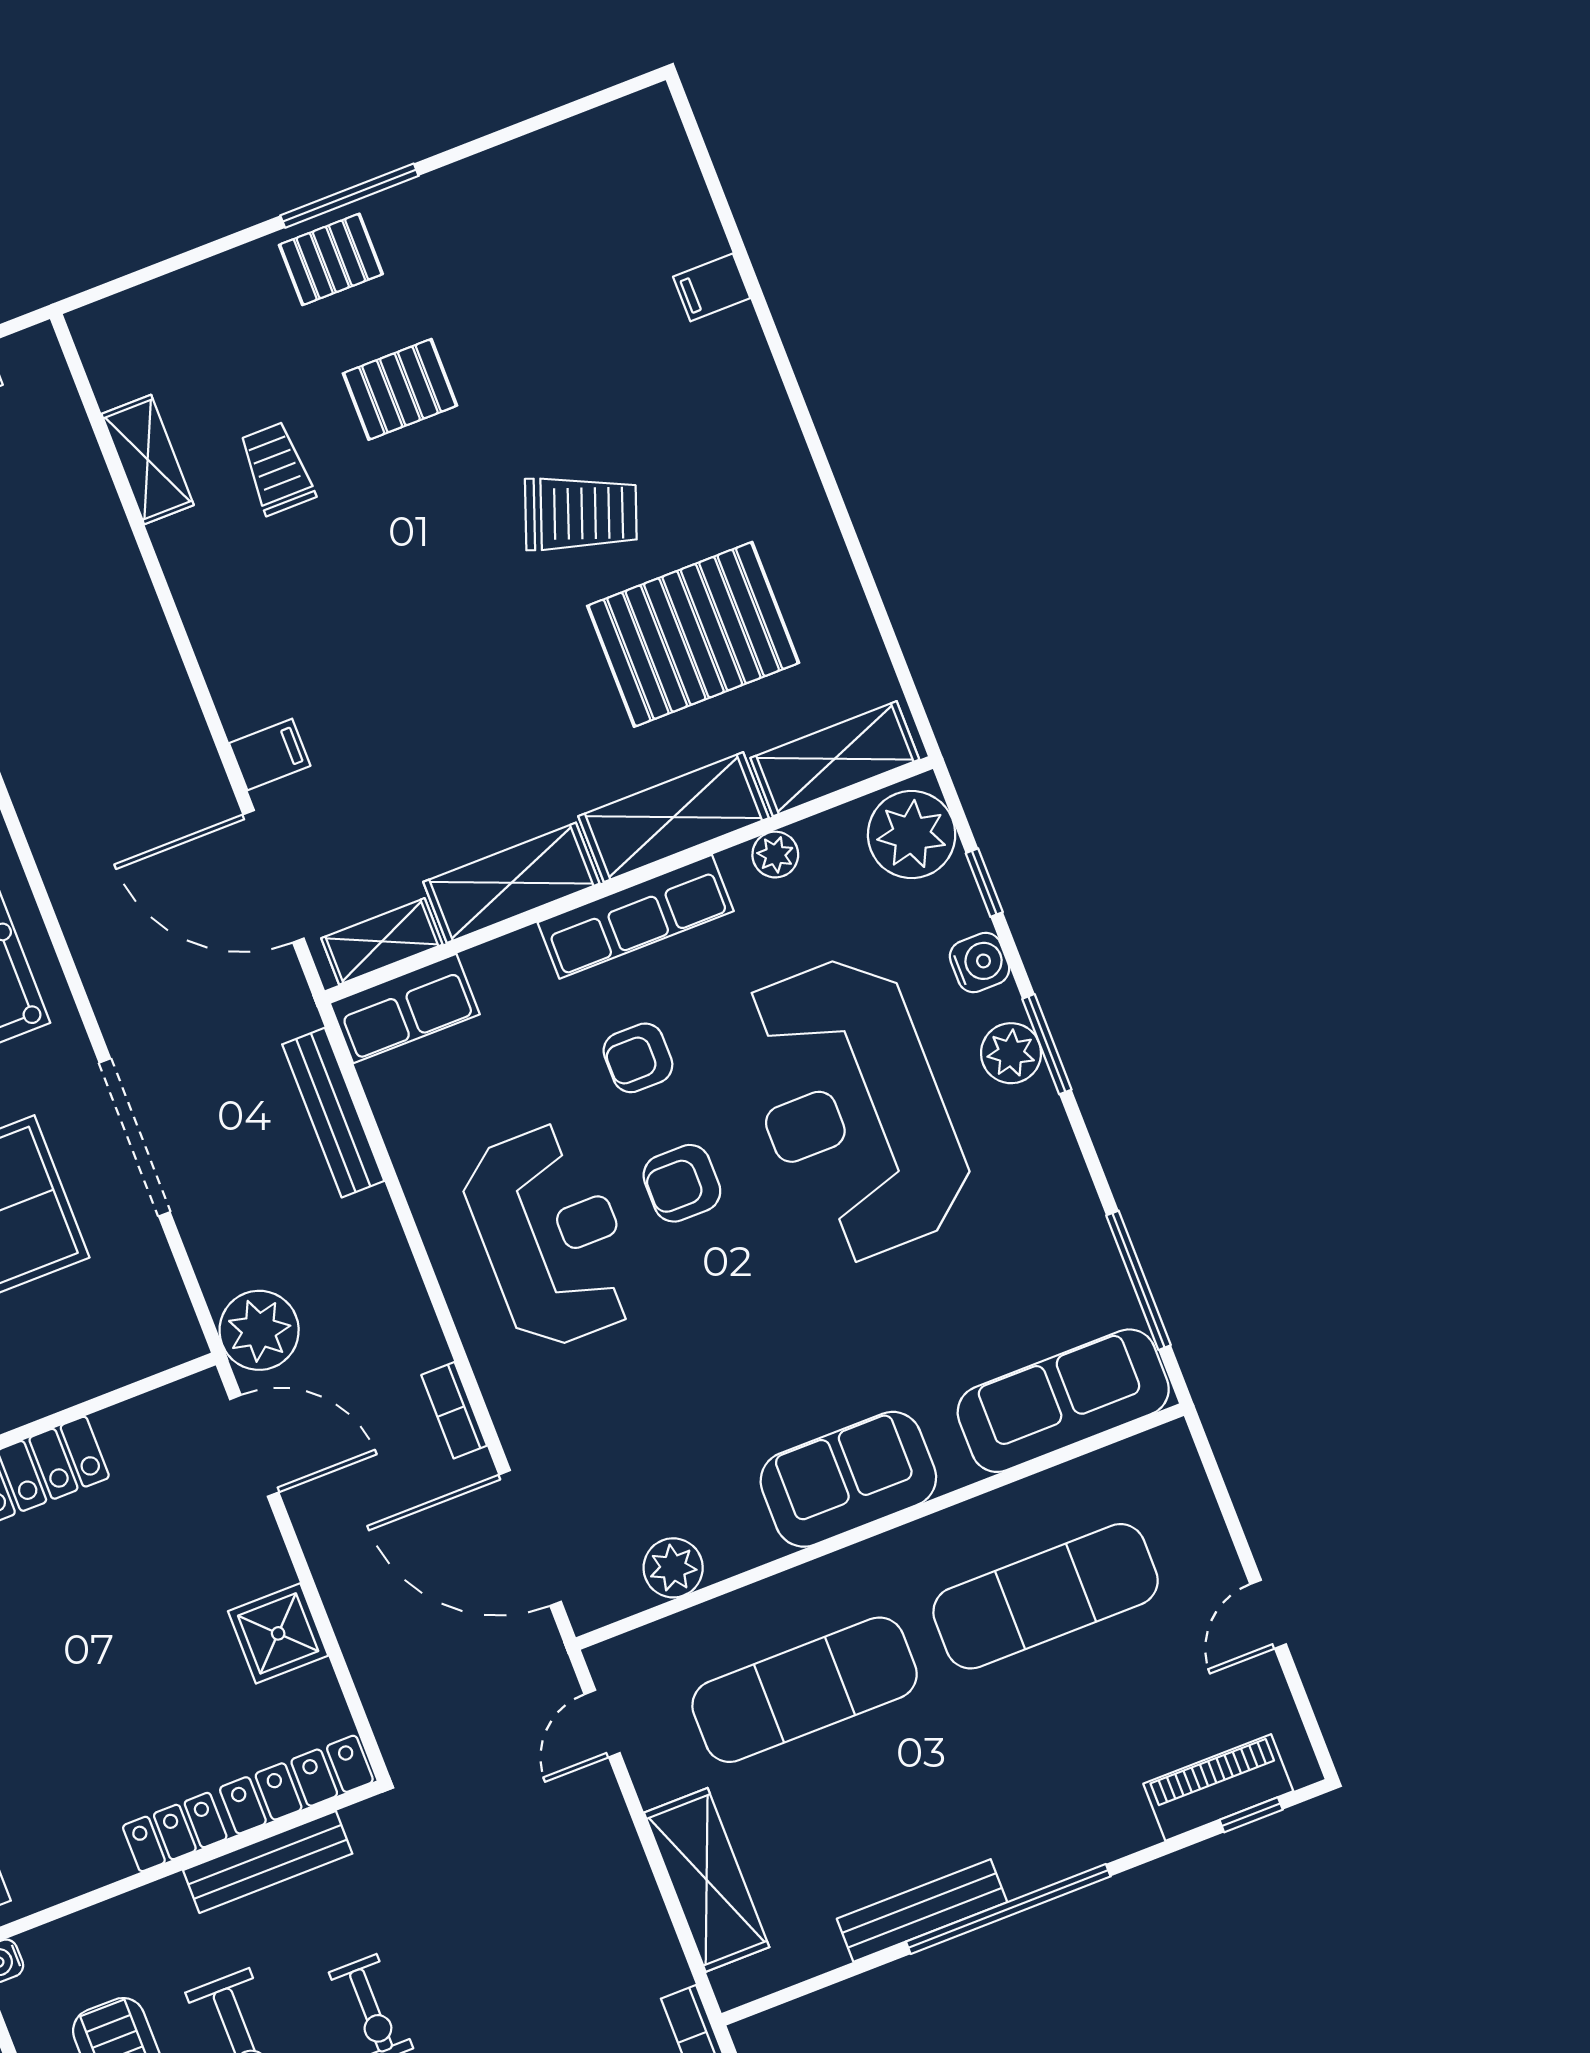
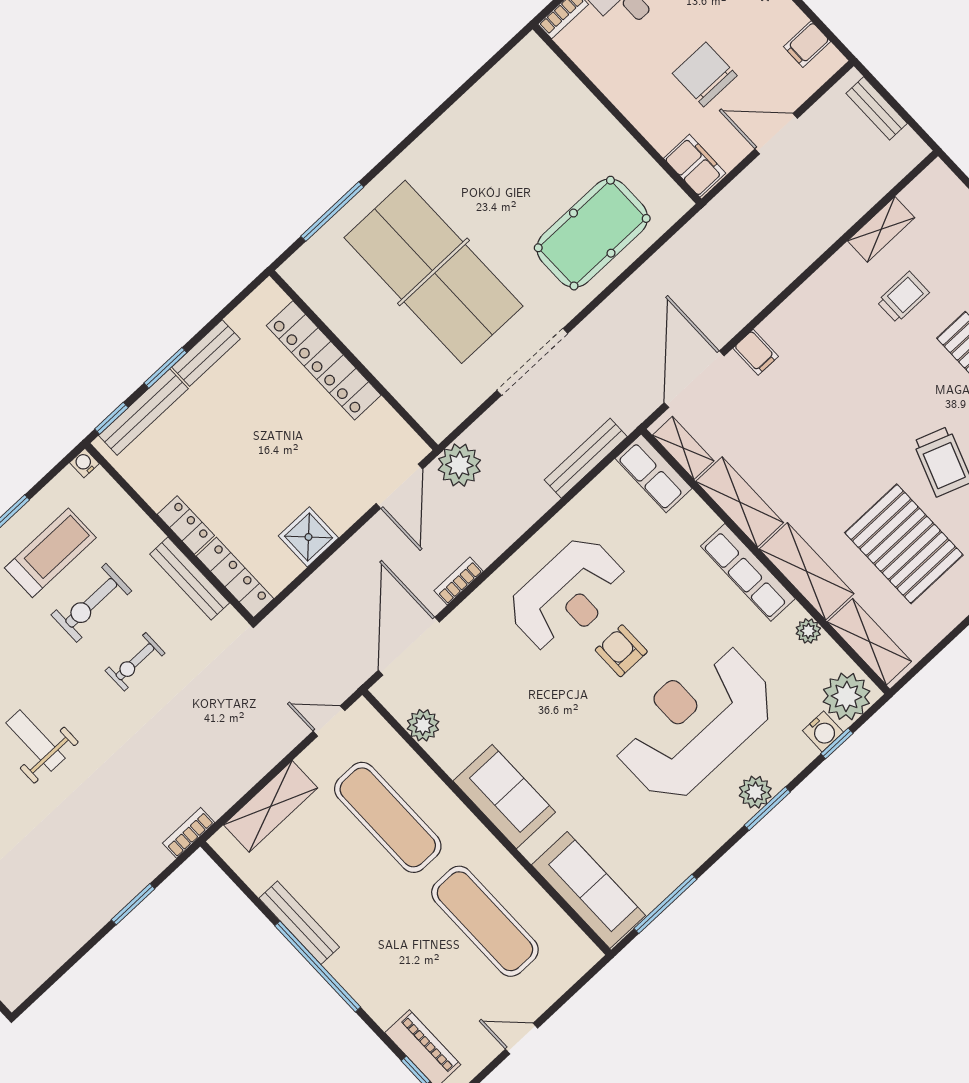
water cooler: (980, 962) -> (823, 731), moved
armchair: (638, 1058) -> (676, 603), removed

